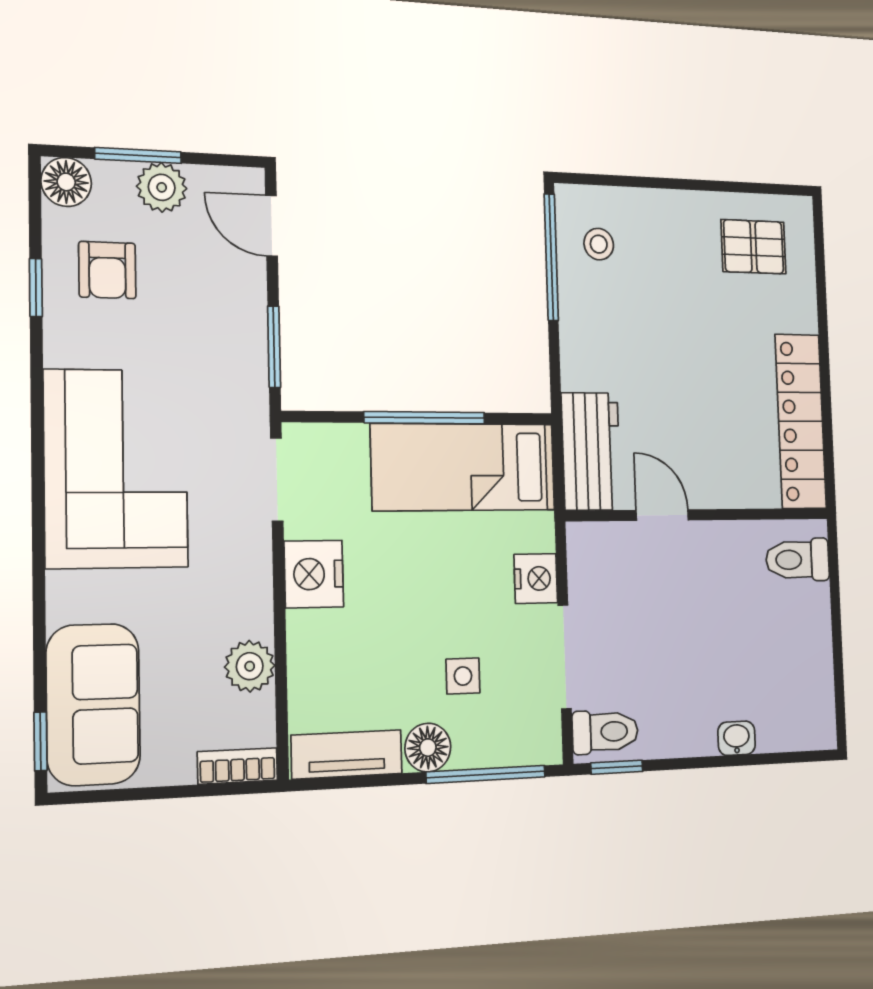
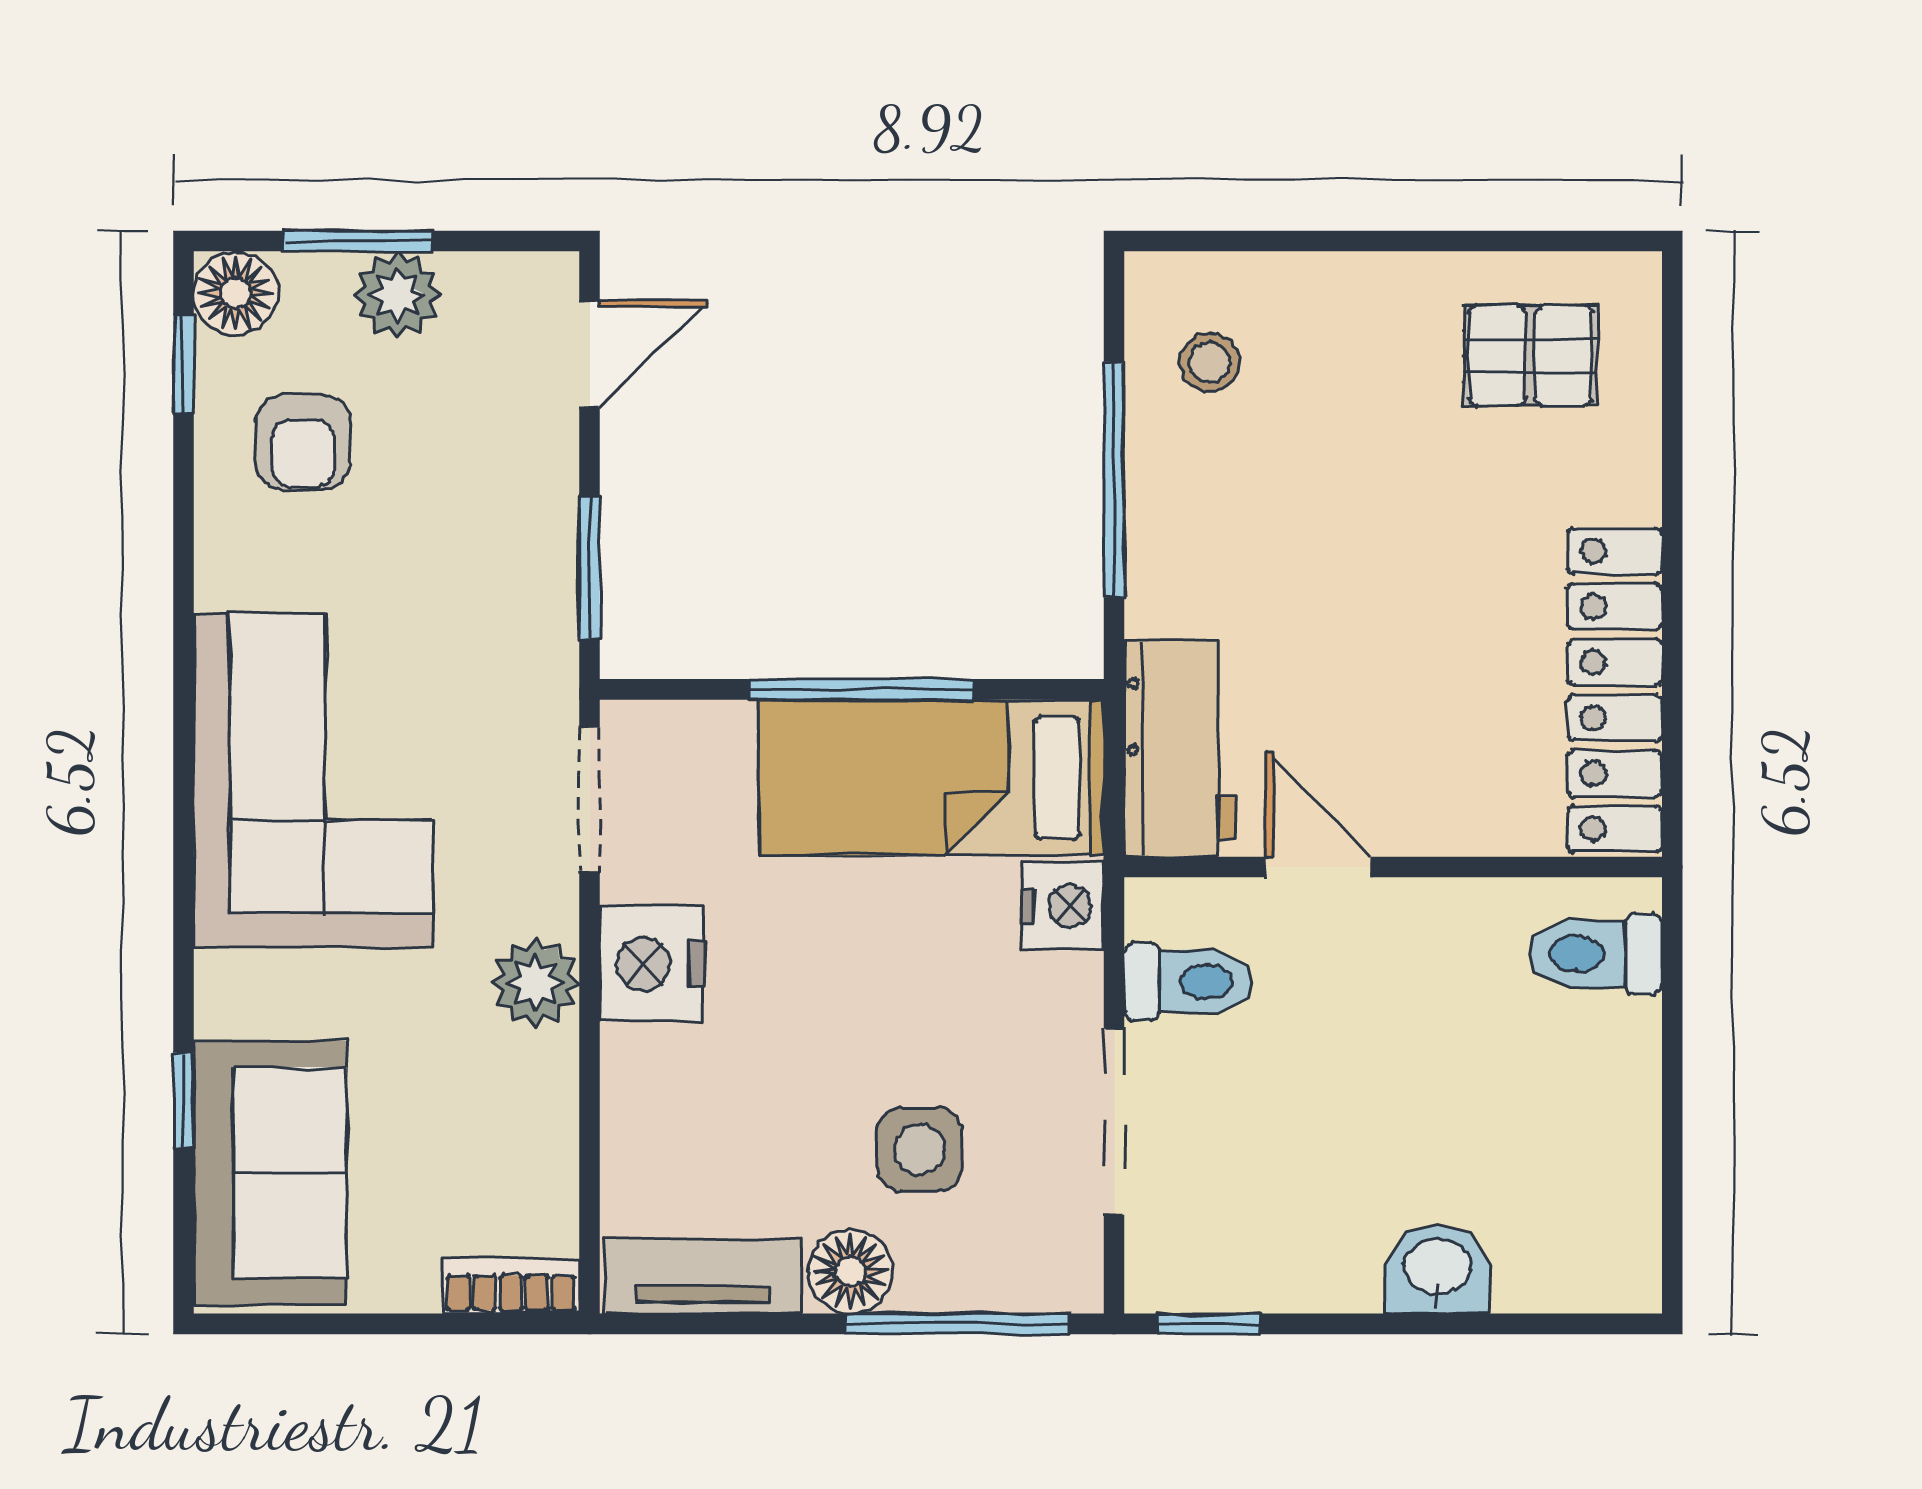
door: (272, 226) -> (590, 354), swing flipped
window: (551, 257) -> (1114, 480), moved
window: (36, 288) -> (183, 364), moved
nightstand: (536, 579) -> (1063, 906), moved
plant: (250, 666) -> (535, 983), moved
side table: (463, 676) -> (919, 1149), width x1.37, depth x1.37
toilet: (605, 732) -> (1188, 982), moved
washbasin: (737, 738) -> (1437, 1269), width x1.38, depth x1.45
window: (41, 741) -> (183, 1100), moved

